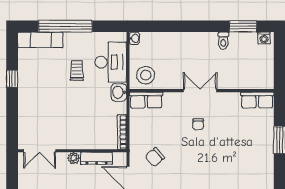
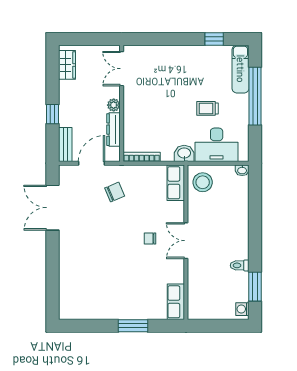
trolley: (77, 71) -> (207, 108), turned 180
window: (12, 79) -> (214, 39), moved
double door: (200, 91) -> (186, 241), swing flipped
chair: (155, 157) -> (115, 192), turned 108

